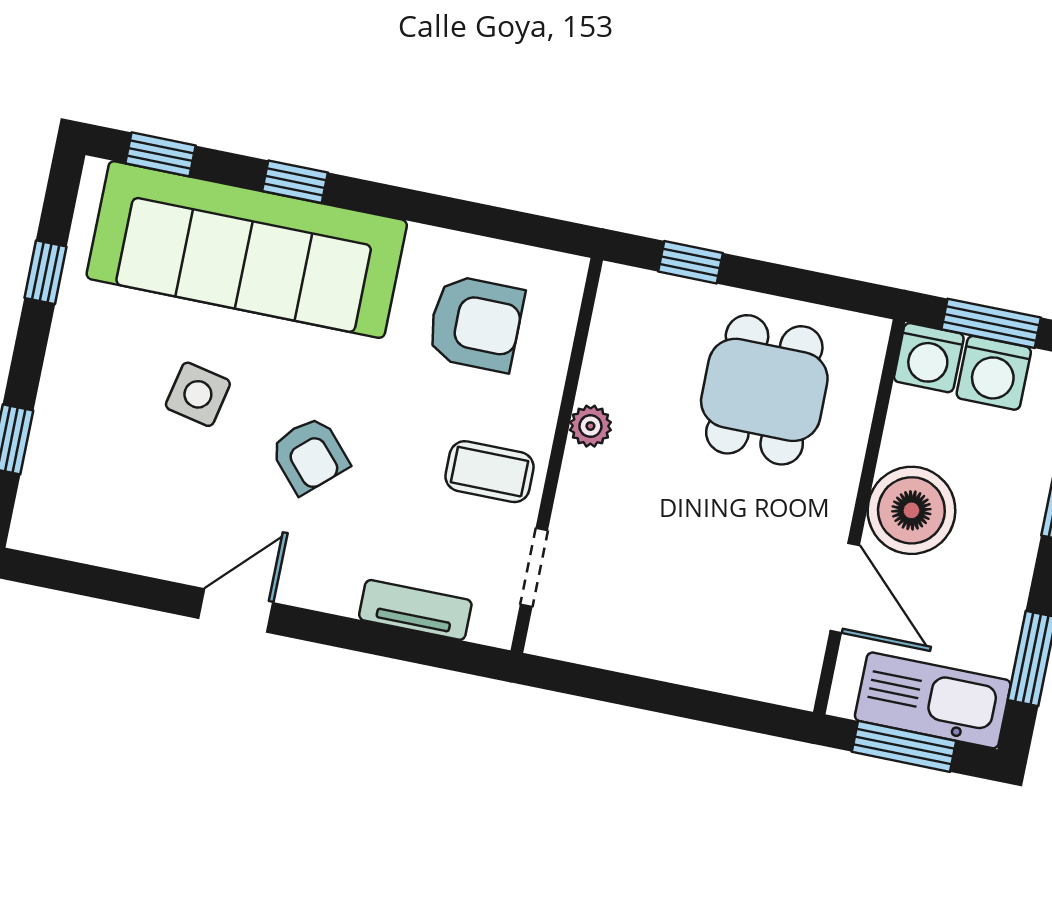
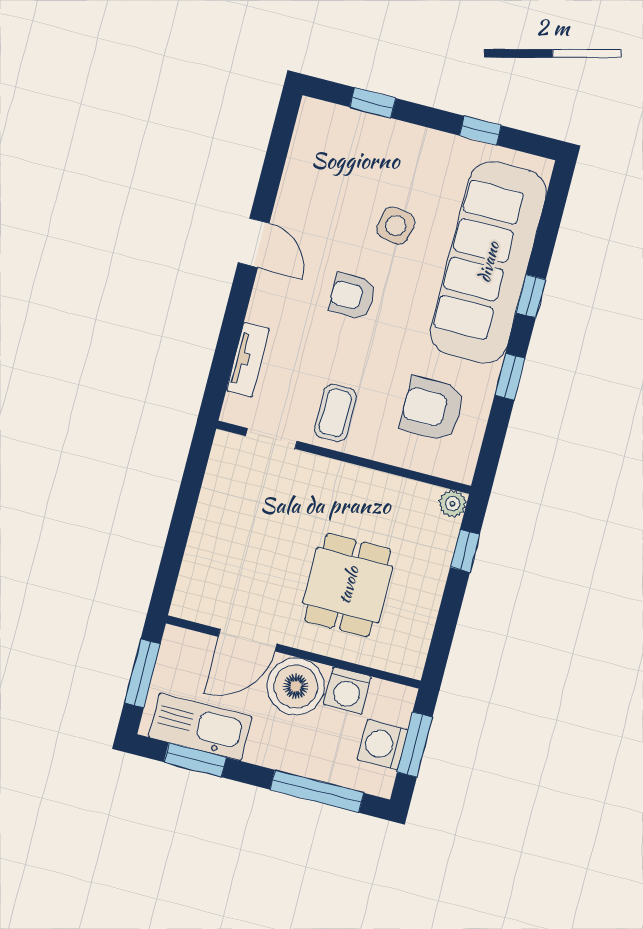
window: (160, 154) -> (510, 377), moved
armchair: (476, 323) -> (432, 409), turned 90
washing machine: (929, 358) -> (347, 691), moved, turned -90
dining table: (764, 390) -> (348, 585), moved, turned 90
plant: (590, 426) -> (452, 504), moved
armchair: (310, 455) -> (352, 296), turned 42
kitchen sink: (933, 700) -> (200, 727), moved, turned -90

